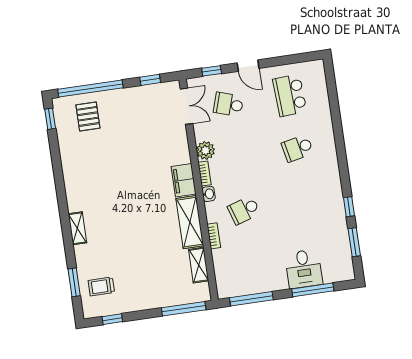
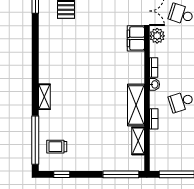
plant: (206, 150) -> (157, 36), moved
filing cabinet: (184, 180) -> (136, 38), moved
window: (74, 282) -> (35, 140), width x2.11

